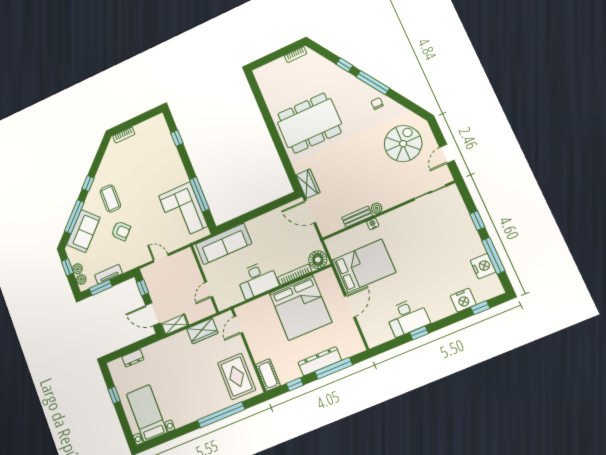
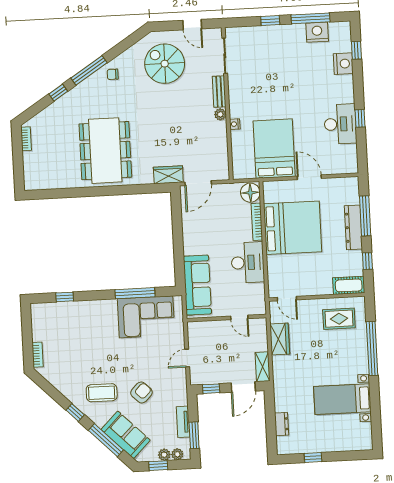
bench: (357, 217) -> (219, 92), moved
rug: (237, 376) -> (339, 319), width x0.73, depth x0.70
bed with nightstands: (147, 413) -> (342, 399), moved

